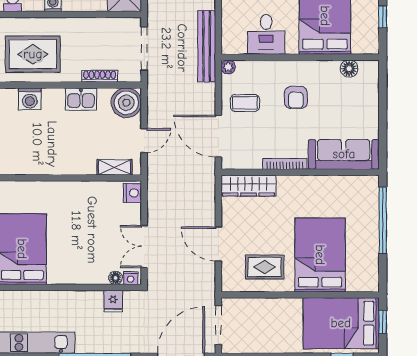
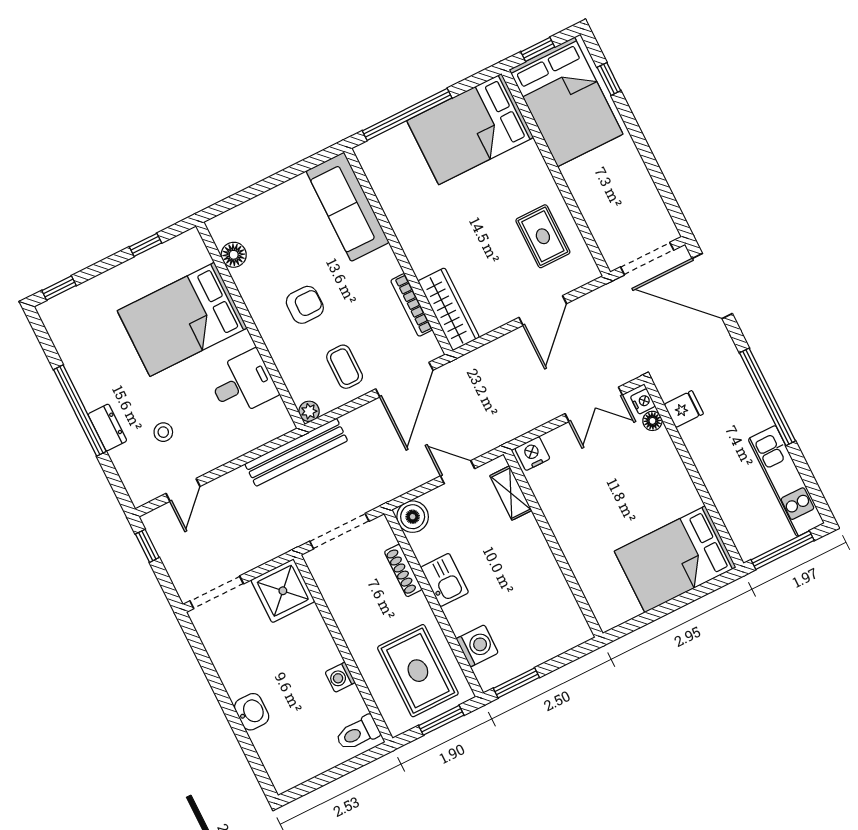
boiler: (126, 103) -> (413, 517), width x0.73, depth x0.73
bookcase: (285, 164) -> (412, 305), moved
bed: (320, 255) -> (470, 129), moved

